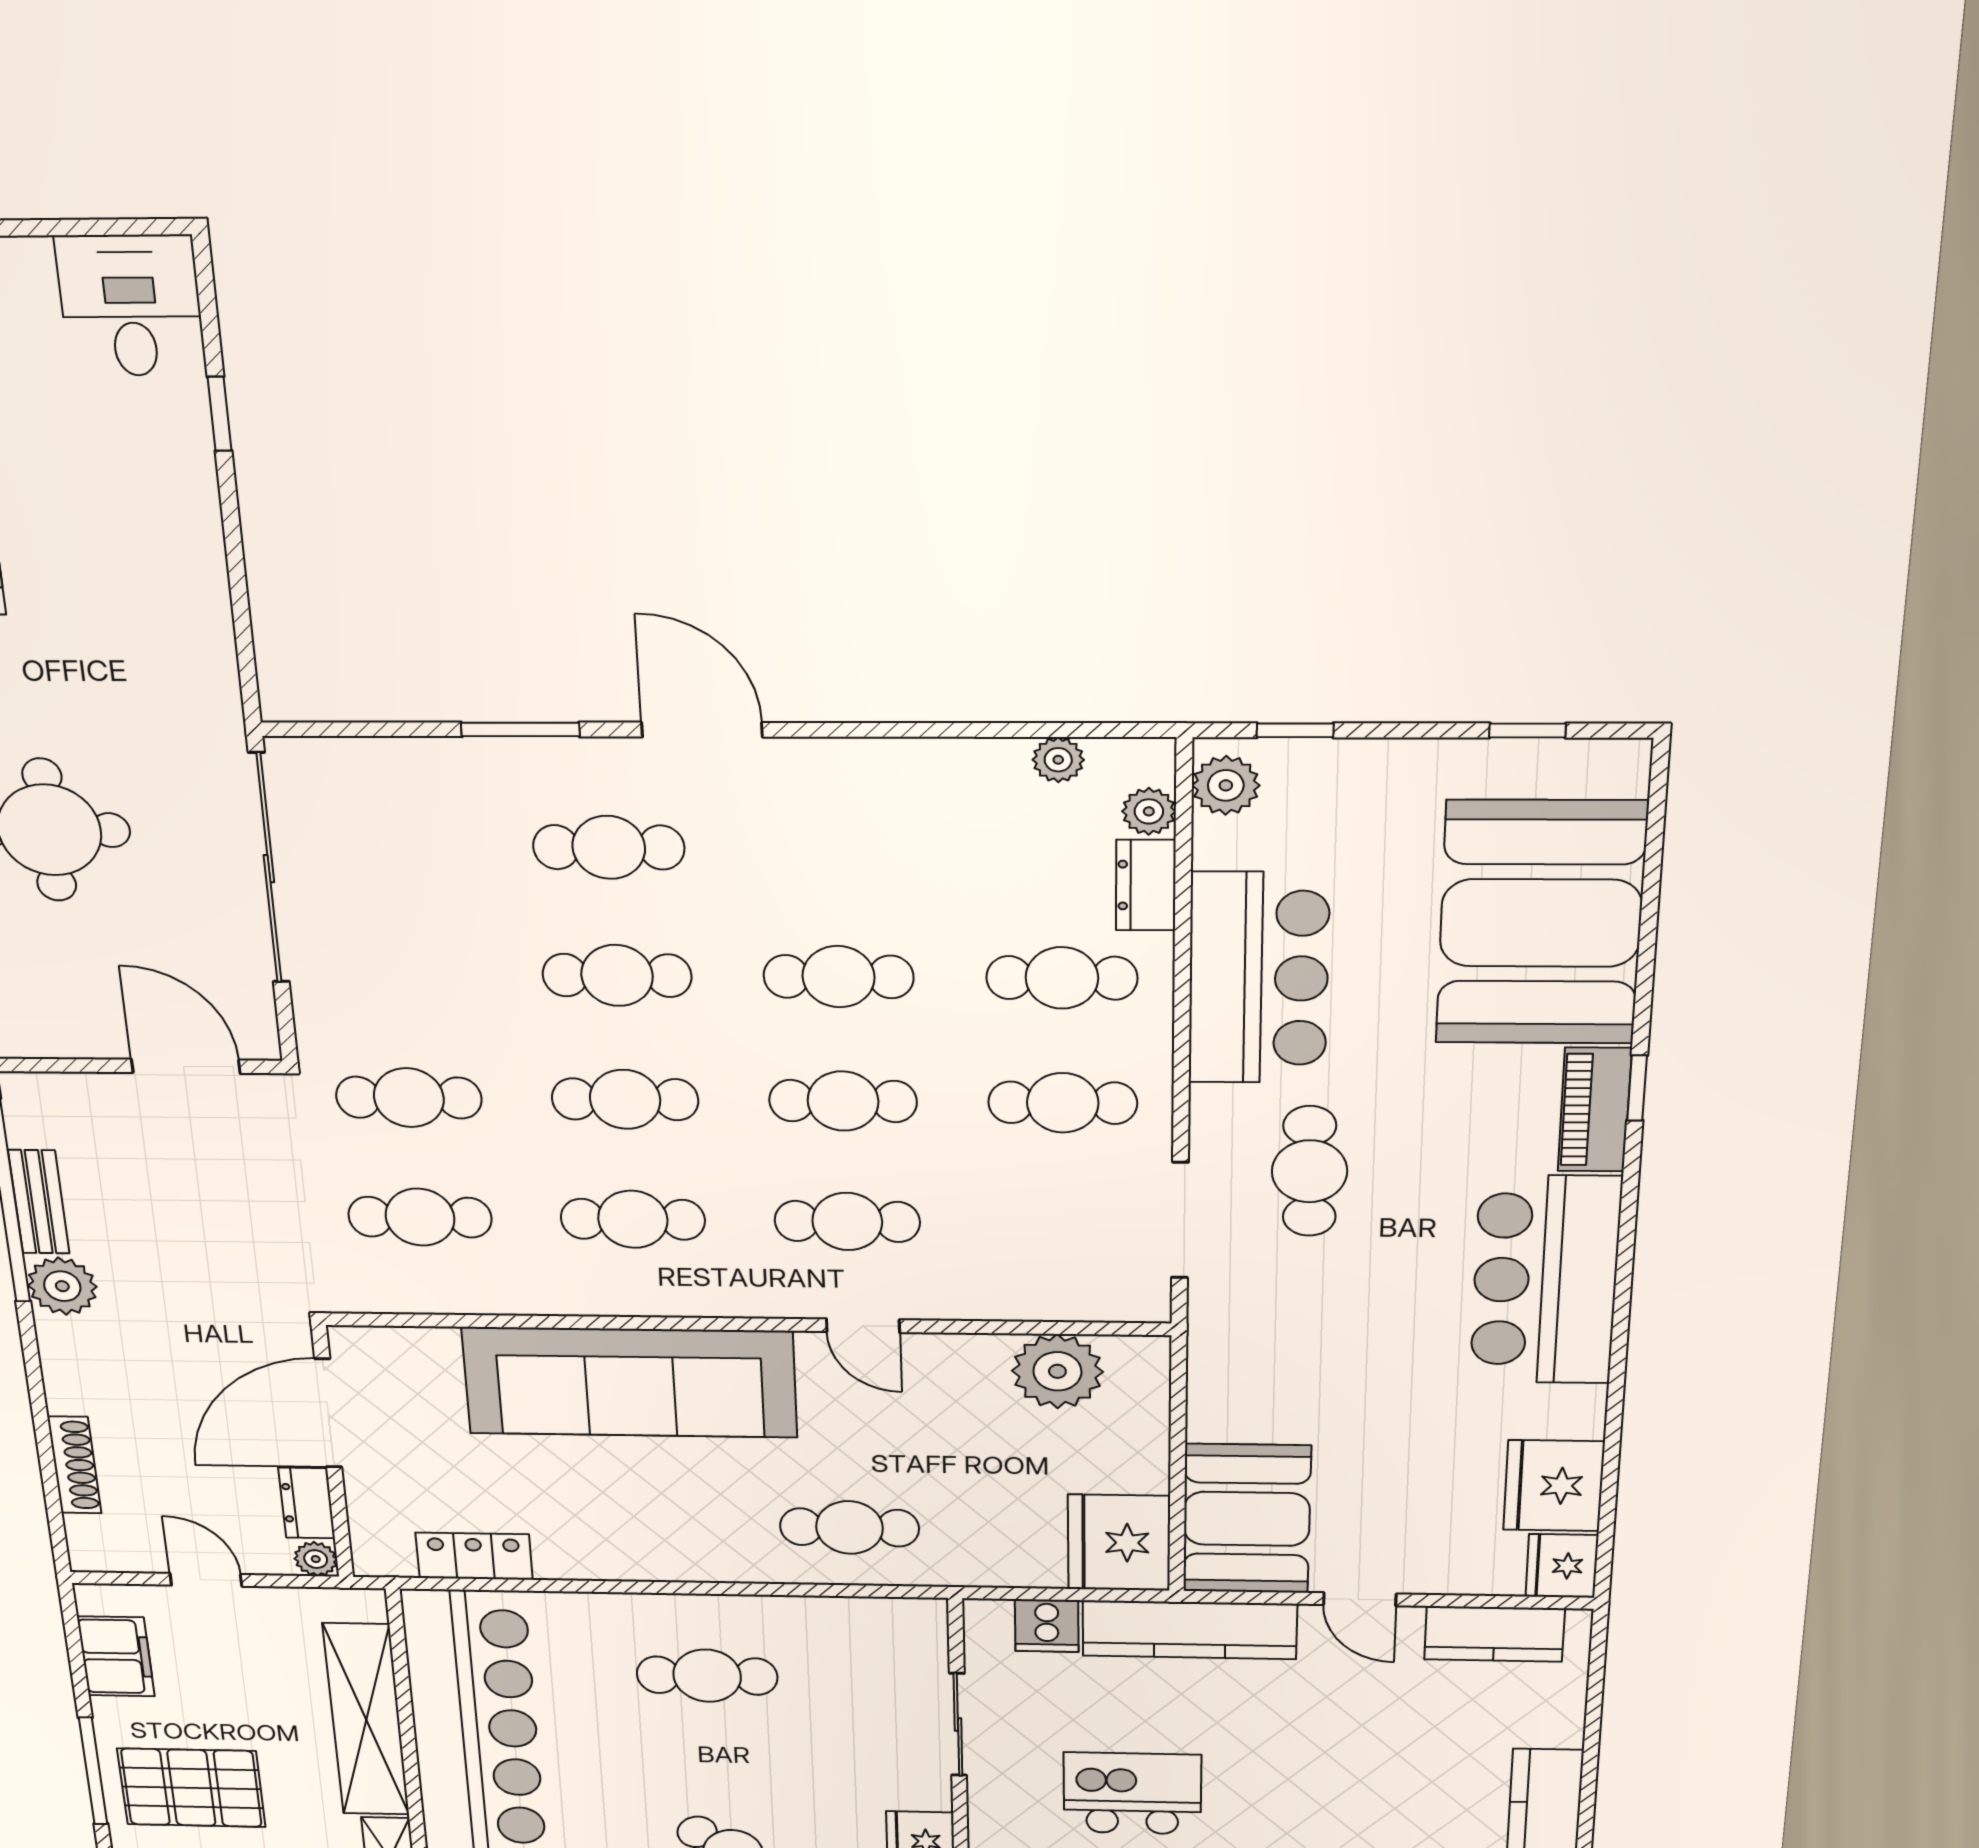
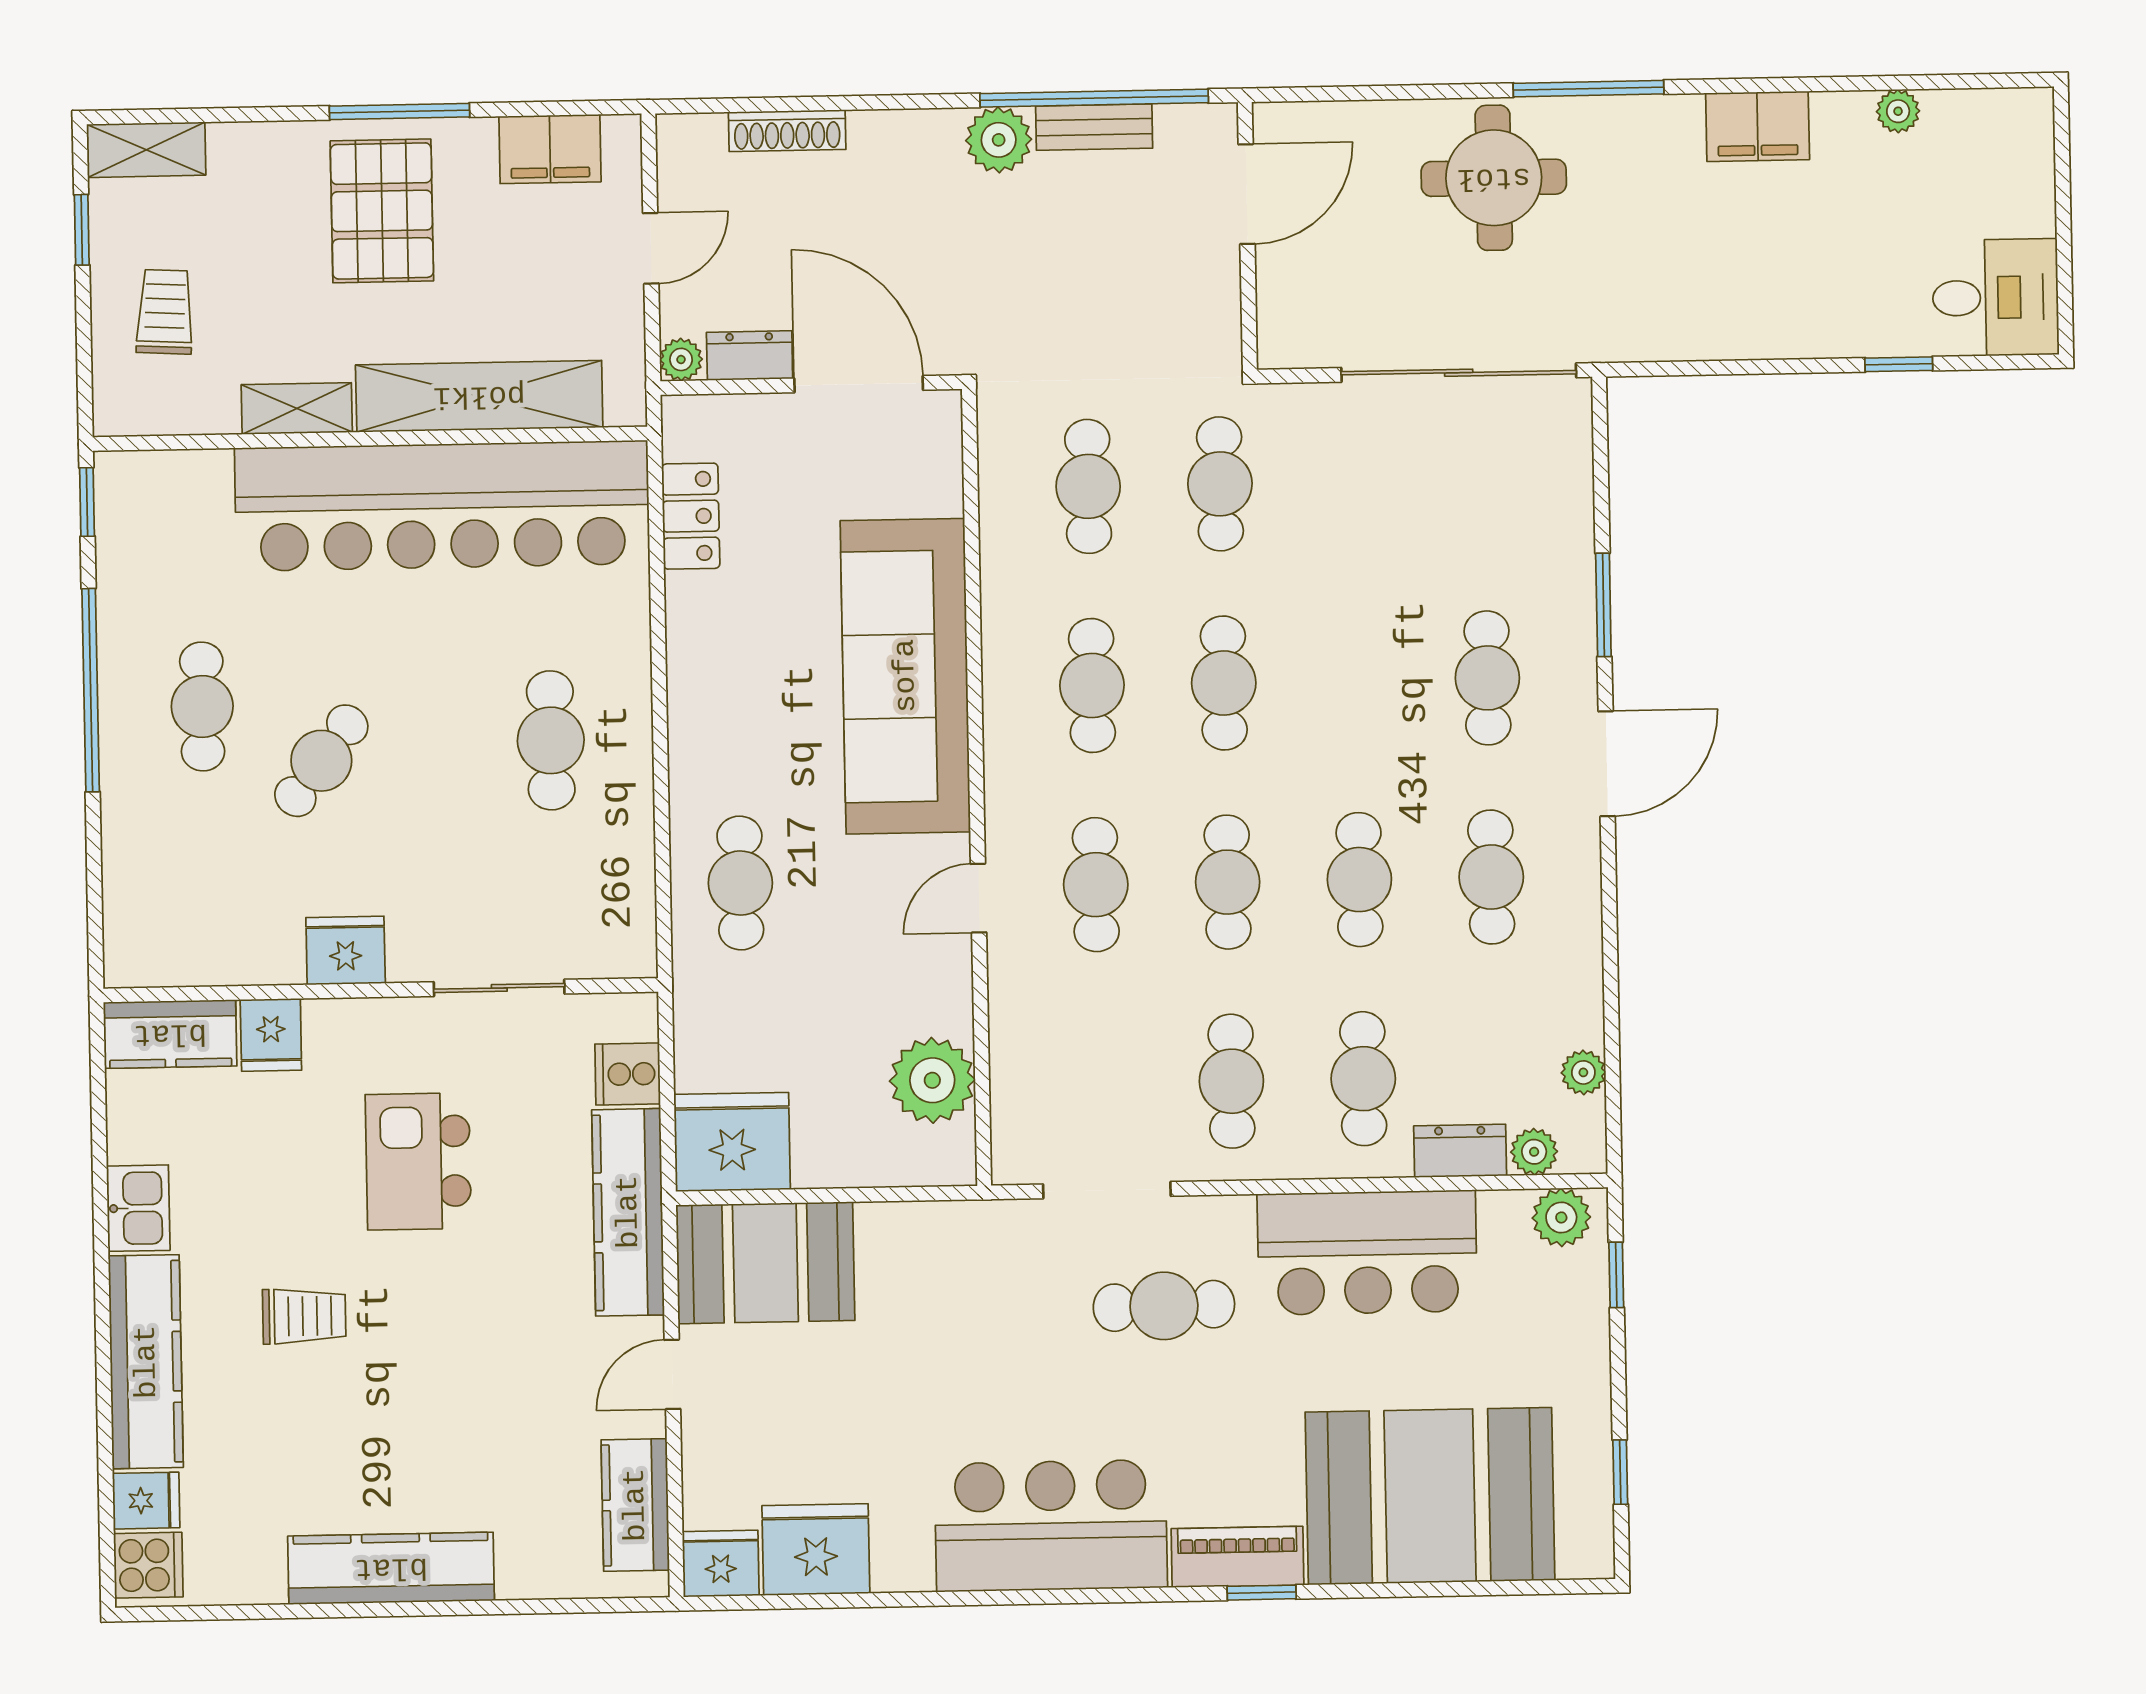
cafe table: (617, 975) -> (1491, 877), moved
door: (186, 1066) -> (1247, 194), moved
kitchen island: (1132, 1793) -> (418, 1161), turned 180

